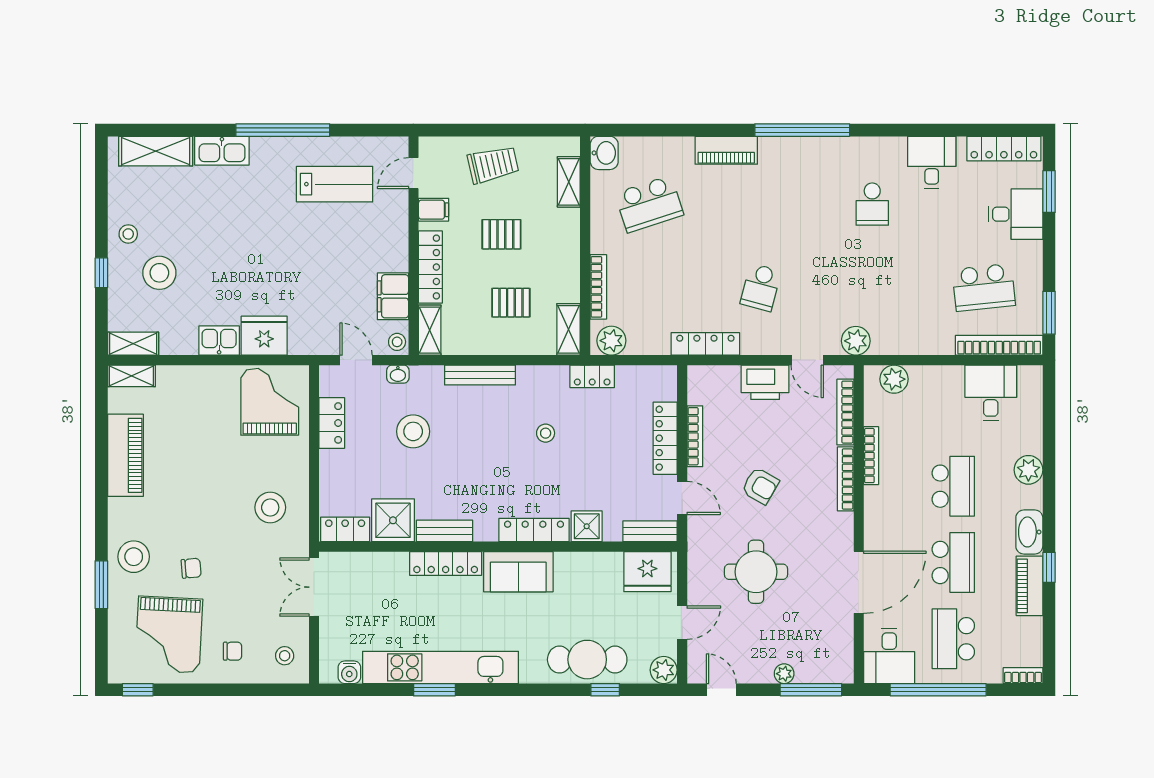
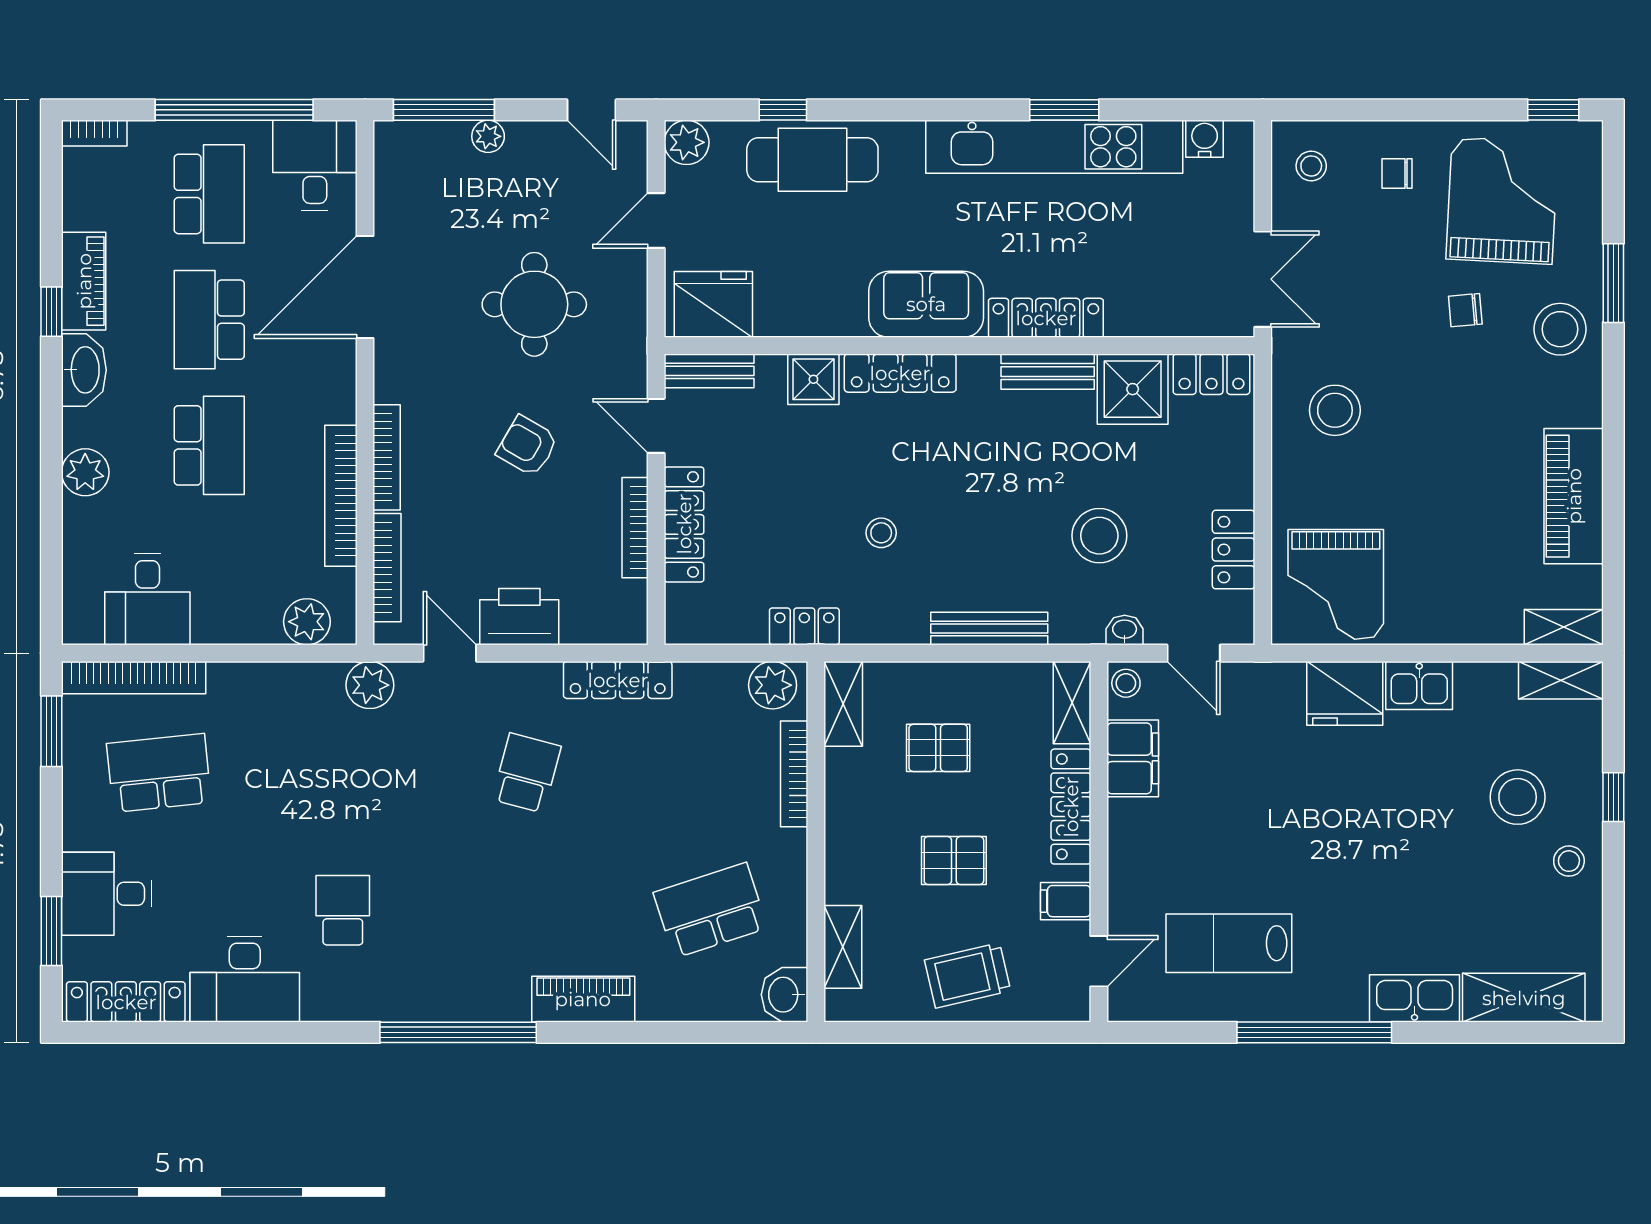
desk: (932, 162) -> (245, 979), width x1.37
bookcase: (871, 456) -> (341, 496), width x1.48, depth x1.31
school desk: (953, 486) -> (209, 445), turned 180

